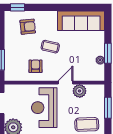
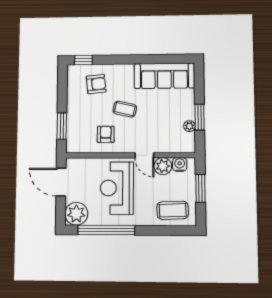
door: (65, 83) -> (144, 155), swing flipped
water cooler: (92, 90) -> (180, 164), added

